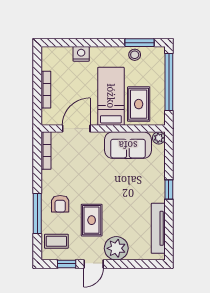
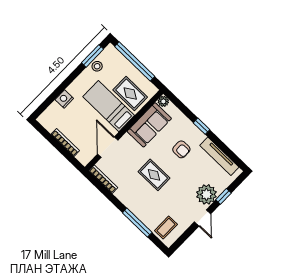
armchair: (60, 204) -> (181, 149), moved
rug: (92, 220) -> (154, 175), moved
window: (67, 264) -> (223, 196), moved

